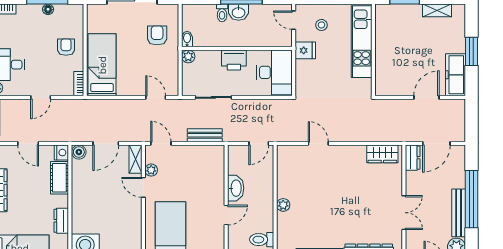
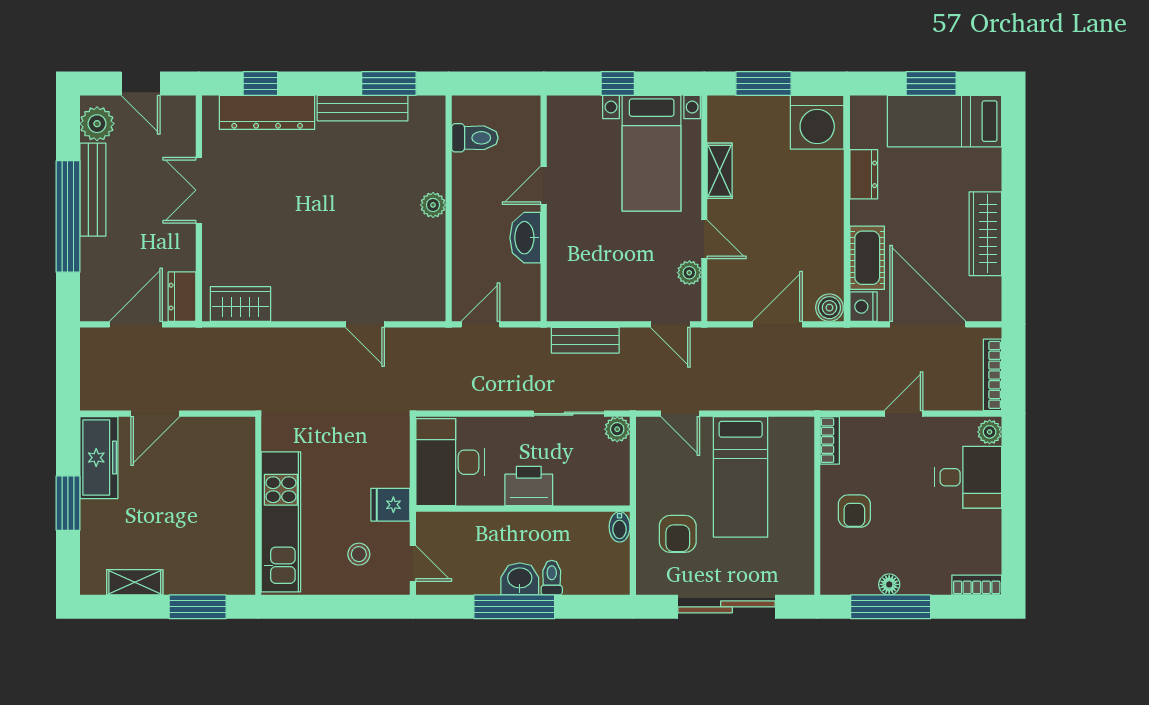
plant: (188, 56) -> (617, 429), moved
bed: (102, 65) -> (741, 477), moved
door: (28, 143) -> (928, 324), width x1.88
shelving: (135, 159) -> (720, 171), moved

